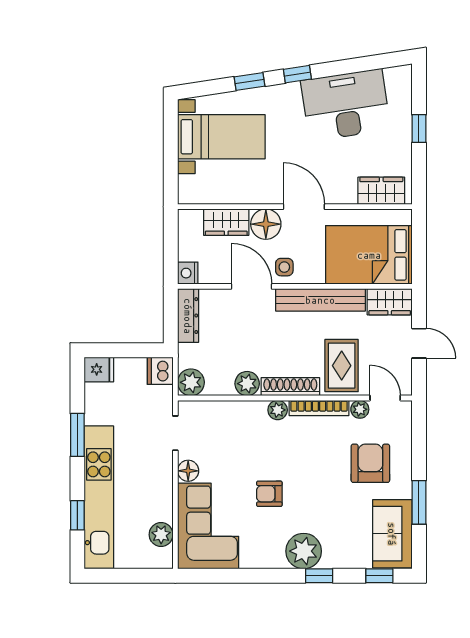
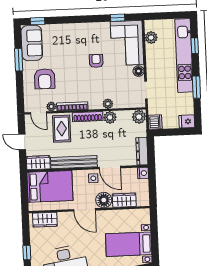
plant: (278, 410) -> (108, 104), moved
armchair: (269, 494) -> (96, 61), turned -90
plant: (304, 551) -> (77, 32), removed
window: (319, 576) -> (118, 18), moved

